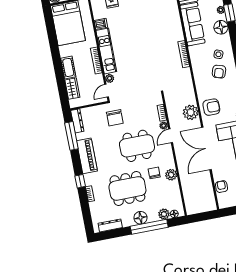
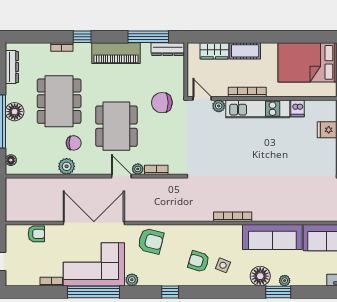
armchair: (211, 107) -> (151, 241), turned -76
plant: (191, 112) -> (149, 211), removed
plant: (164, 214) -> (13, 146), removed

